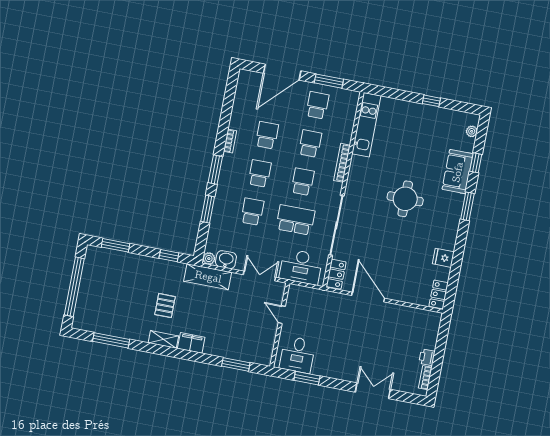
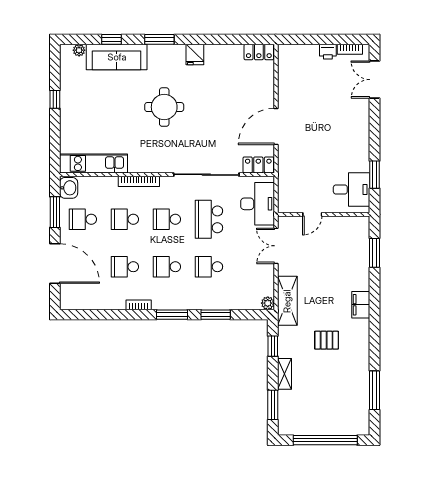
sofa: (458, 172) -> (117, 57), width x1.36
fridge: (443, 258) -> (195, 55), moved
washbasin: (226, 260) -> (69, 188), moved, turned 180
shelving: (163, 339) -> (284, 374), moved
double door: (373, 391) -> (375, 80), moved

